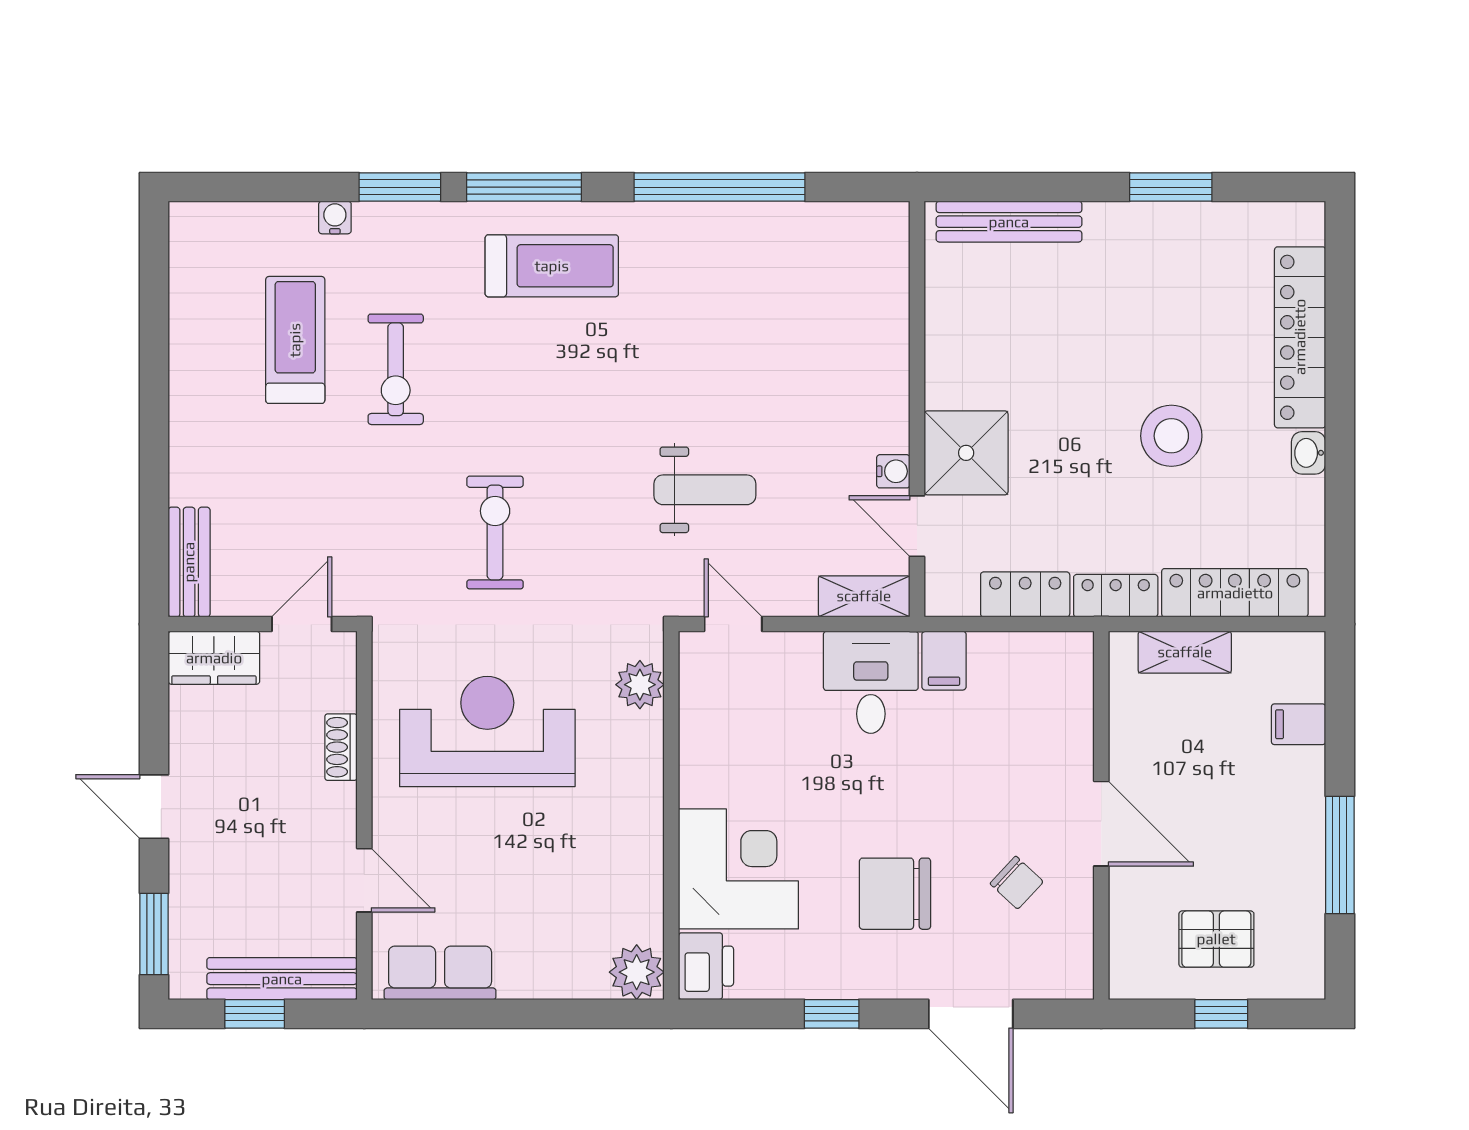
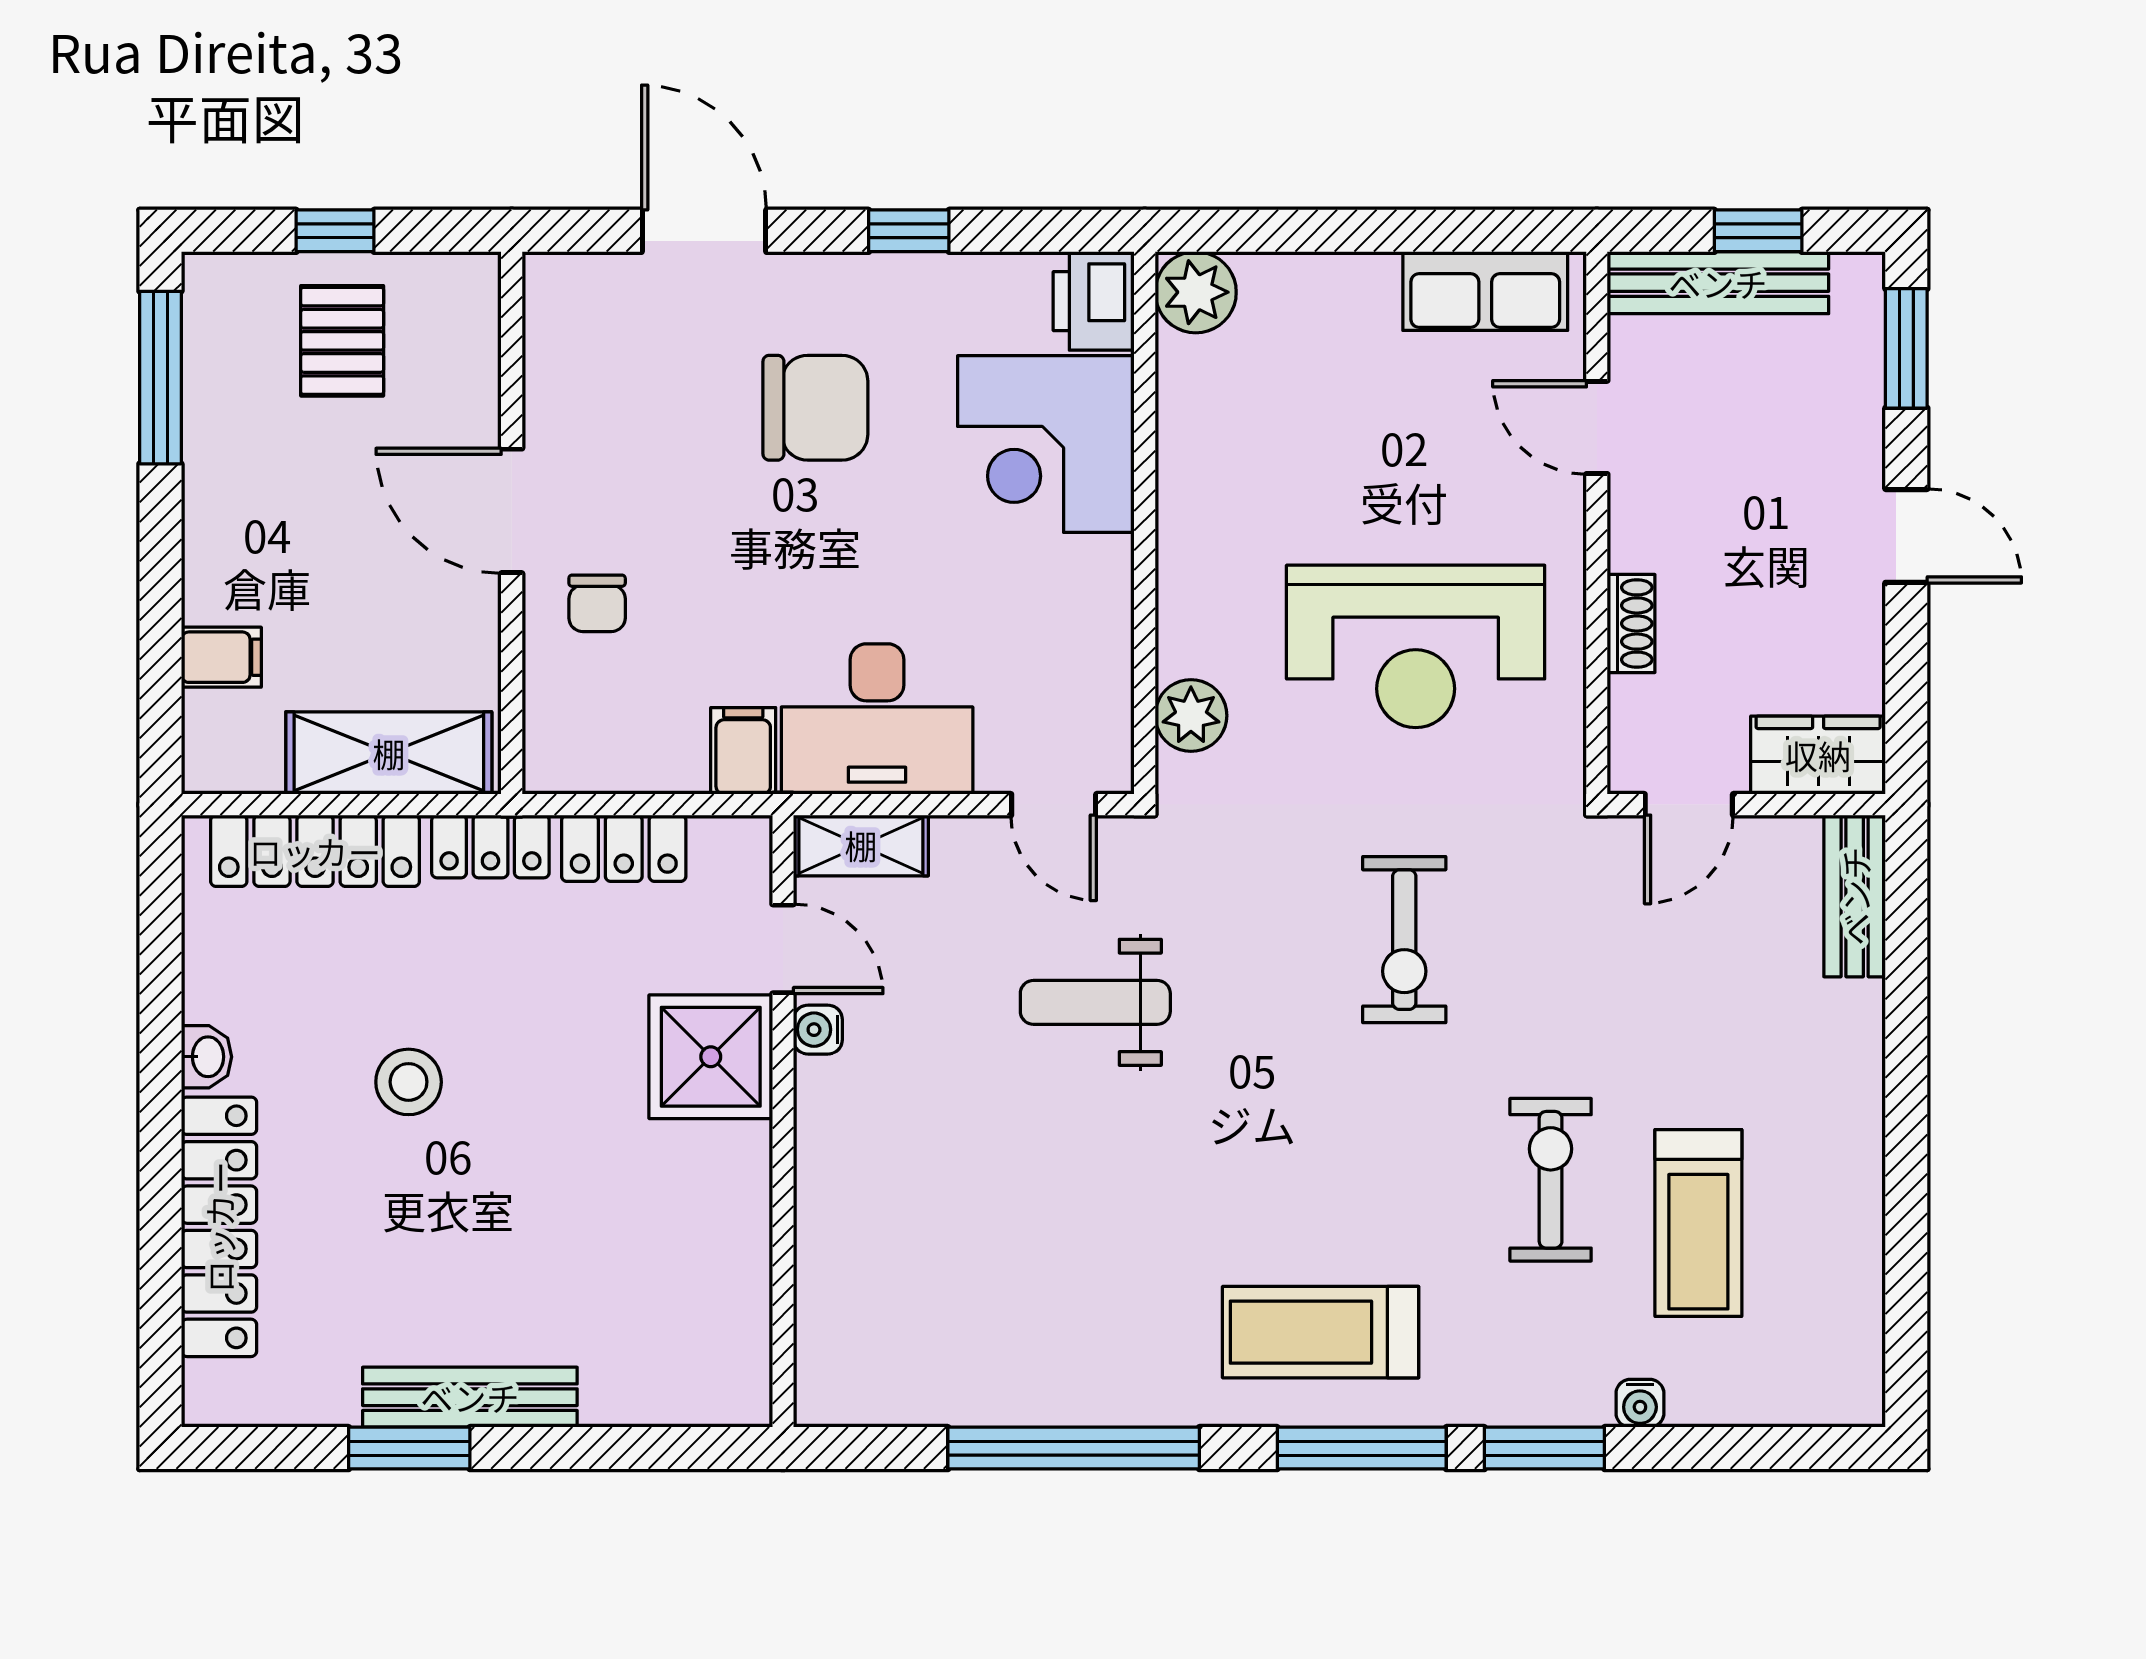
bench: (1009, 222) -> (470, 1397), moved
stool: (1171, 436) -> (409, 1082), width x0.73, depth x0.73
shelving: (1185, 652) -> (389, 753), width x1.50, depth x1.33
desk: (871, 682) -> (877, 719), width x1.37
window: (1340, 855) -> (160, 378), moved
chair: (1017, 883) -> (597, 603), moved, turned -133
pallet: (1216, 939) -> (342, 341), turned 90

